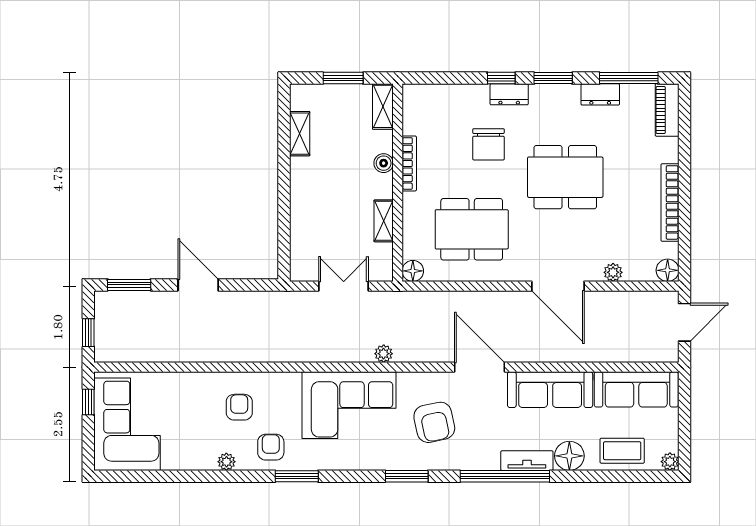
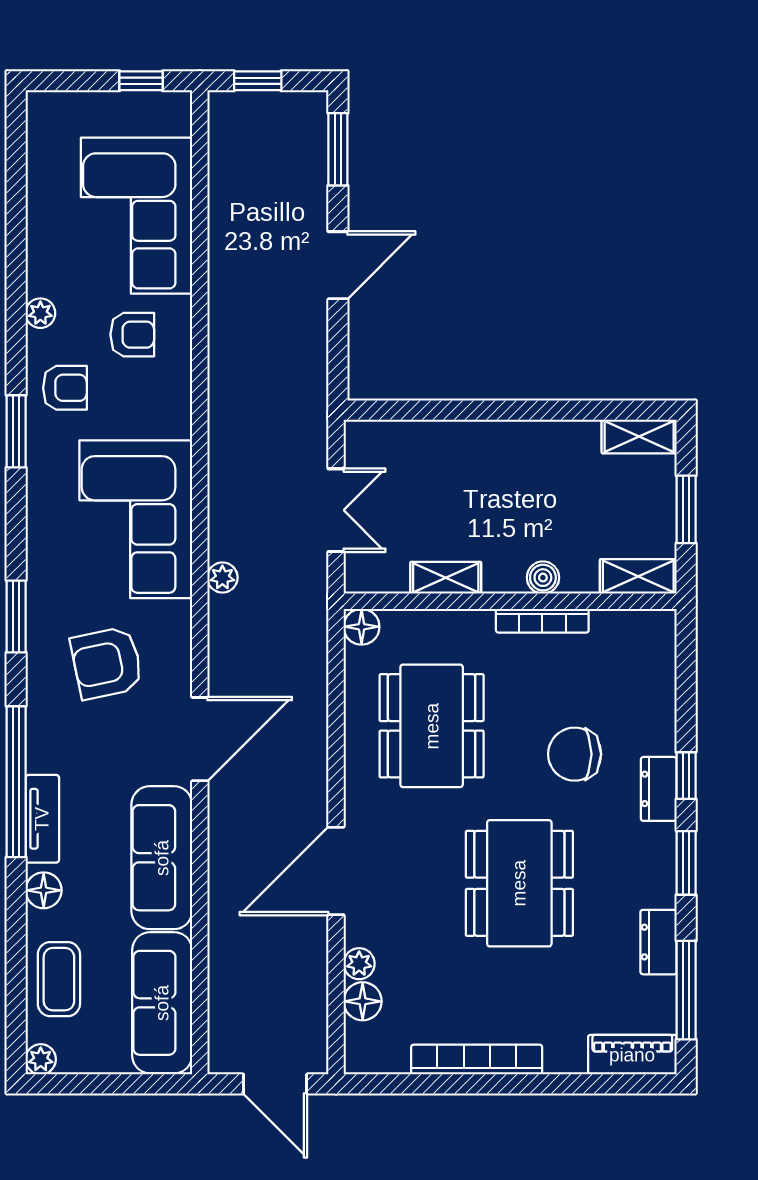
shelving: (300, 134) -> (639, 436), moved
floor lamp: (668, 270) -> (363, 1001), moved
corner sofa: (127, 424) -> (136, 216), moved, turned 90
floor lamp: (569, 456) -> (44, 890), width x0.73, depth x0.73

